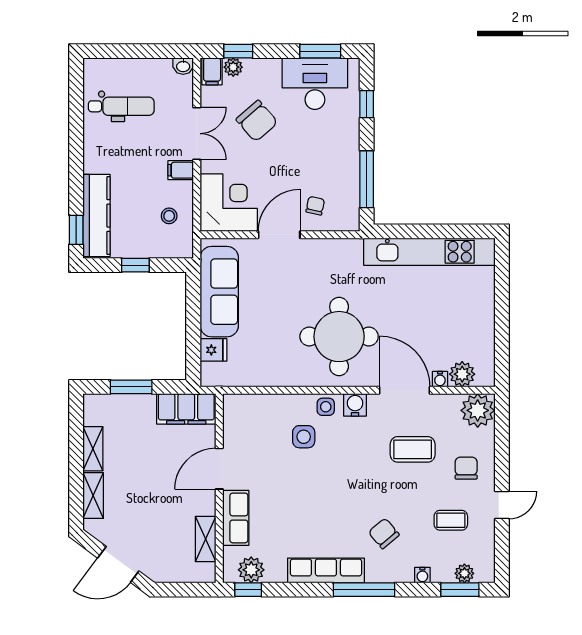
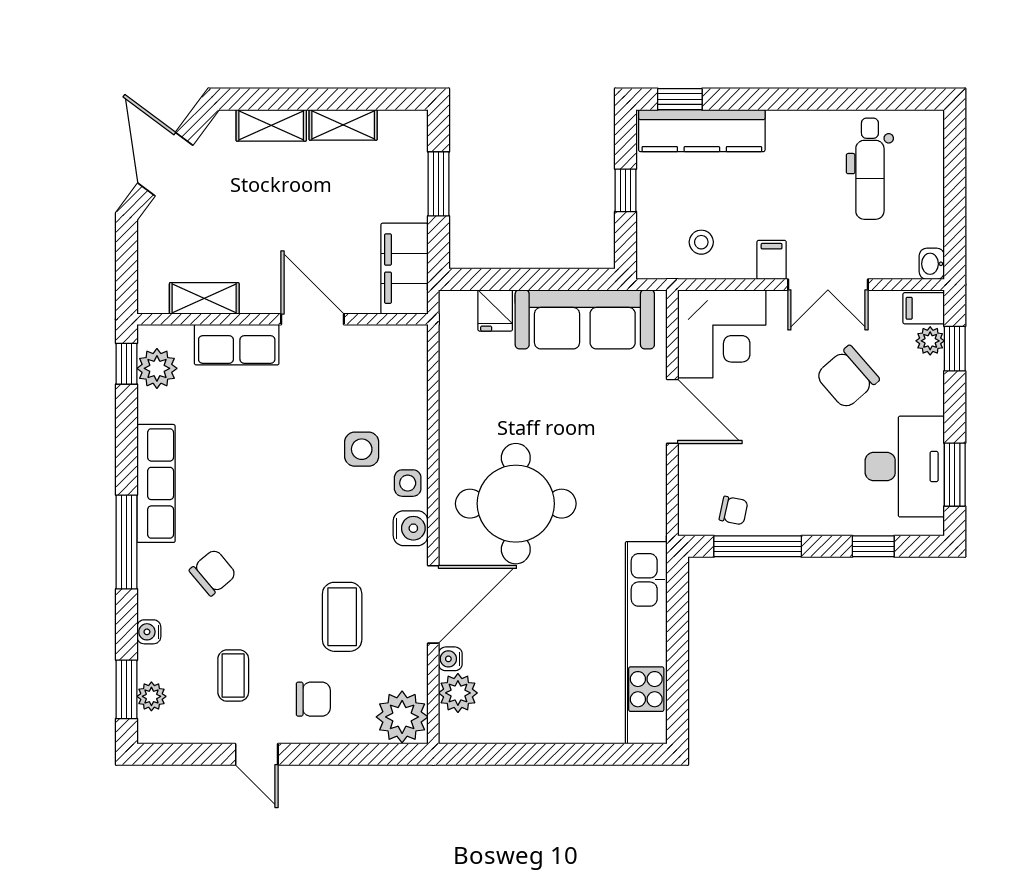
chair: (315, 206) -> (734, 511), moved

